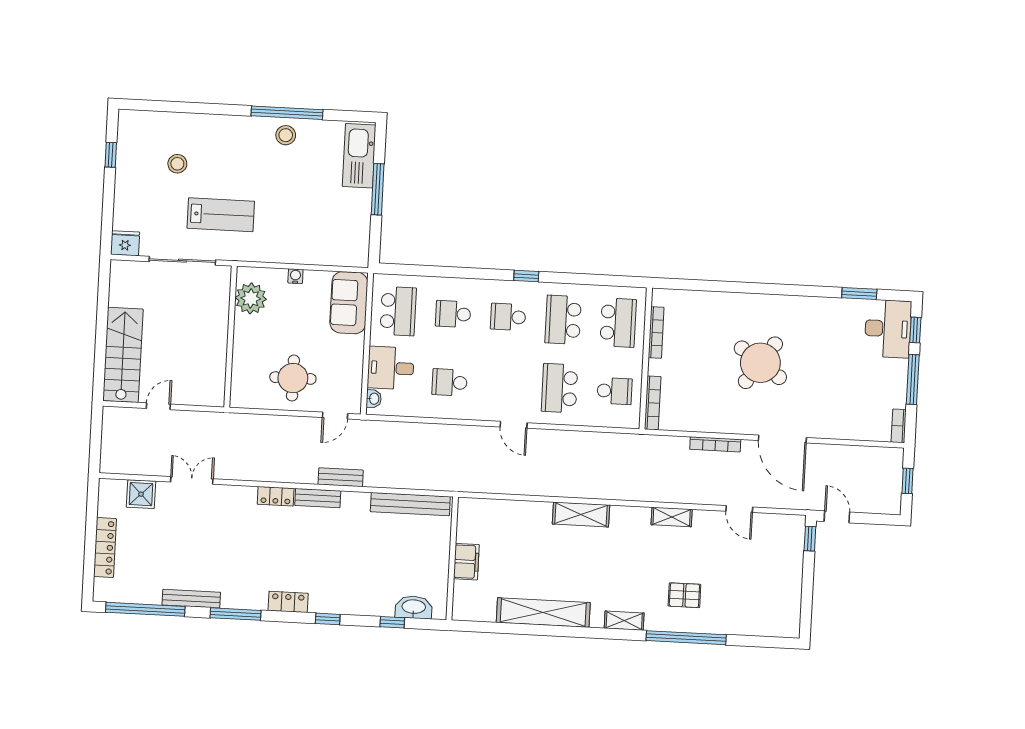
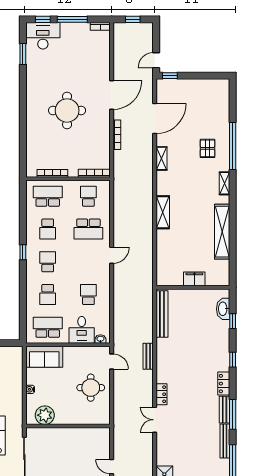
school desk: (508, 317) -> (48, 262), turned 180
school desk: (563, 320) -> (48, 229), width x0.54
round table: (760, 363) -> (67, 110), turned -35
school desk: (450, 382) -> (88, 294), turned 180
double door: (192, 480) -> (155, 420), moved
bench: (318, 498) -> (225, 410), moved
door: (739, 509) -> (155, 118), width x1.88

